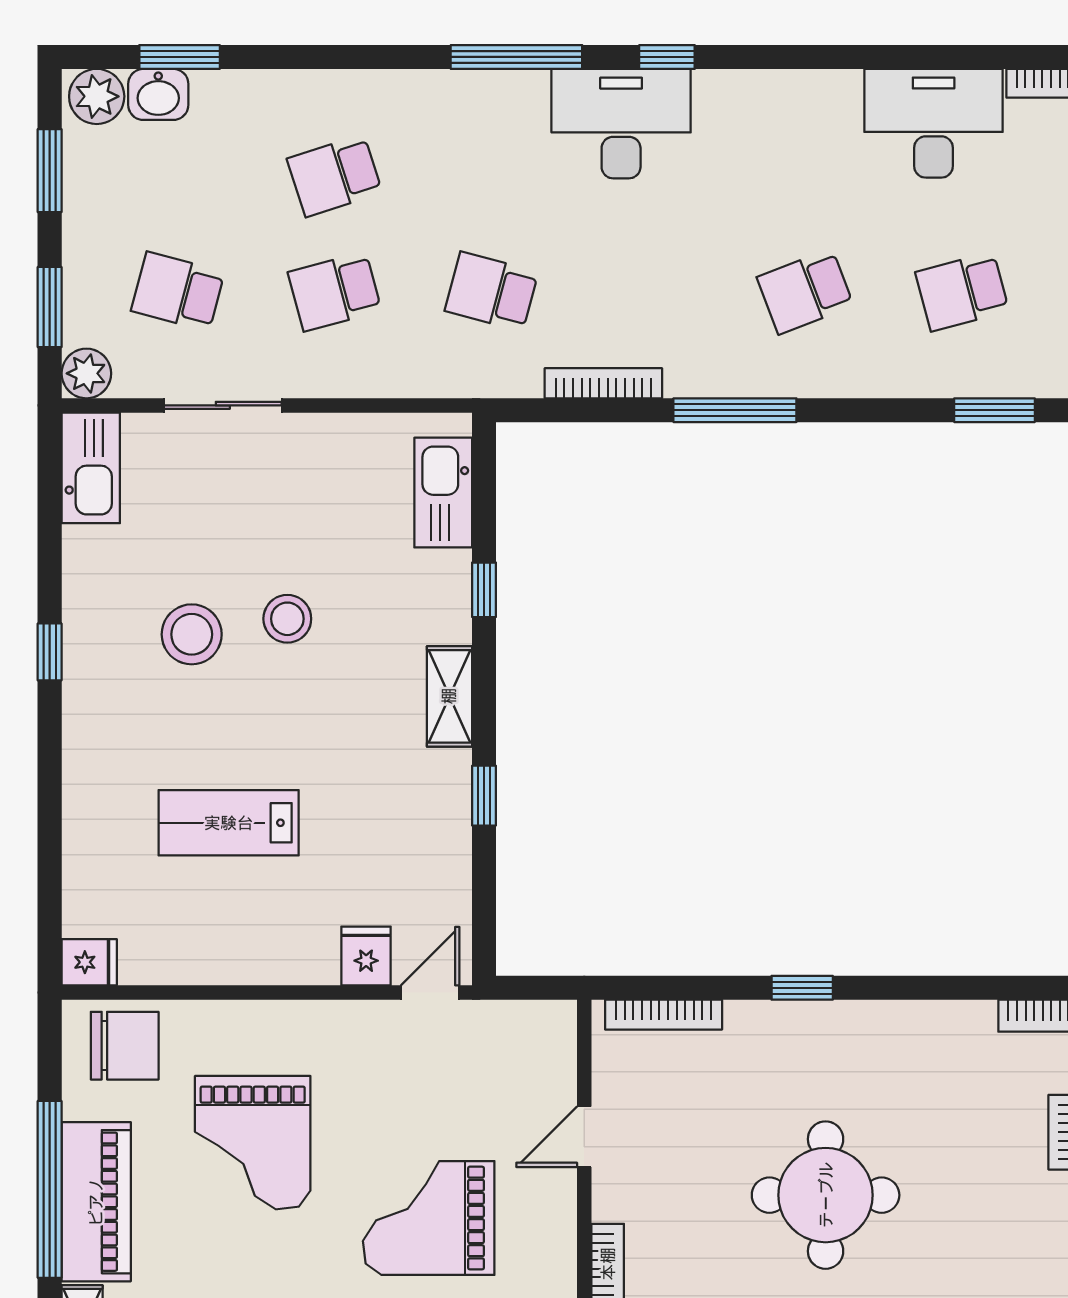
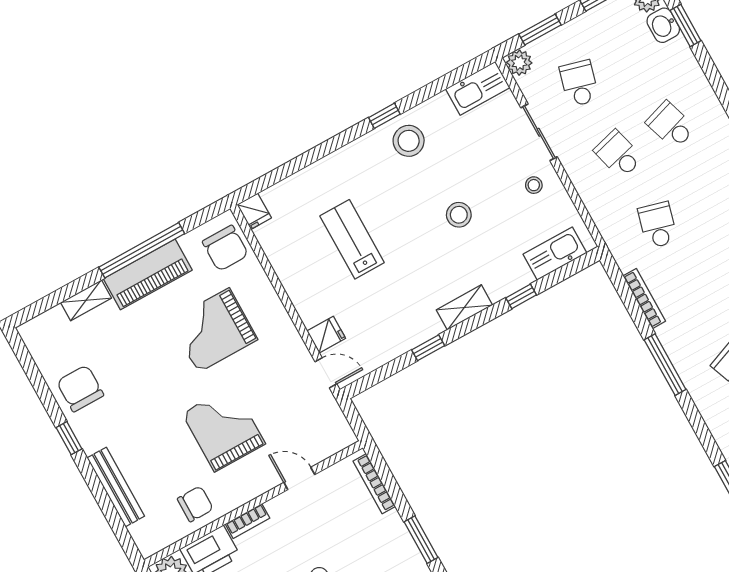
stool: (308, 464) -> (534, 185), added
stool: (192, 634) -> (409, 141), moved
window: (802, 988) -> (421, 540), width x1.50

